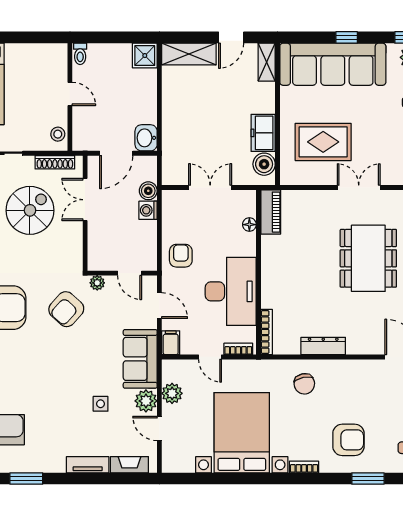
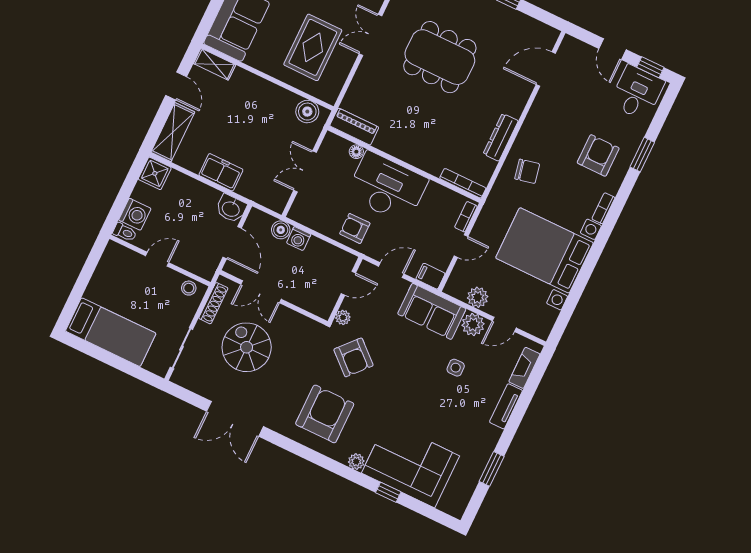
washing machine: (100, 55) -> (135, 214), added
freezer: (263, 133) -> (221, 172), moved, turned 180
desk: (231, 291) -> (387, 188), moved

